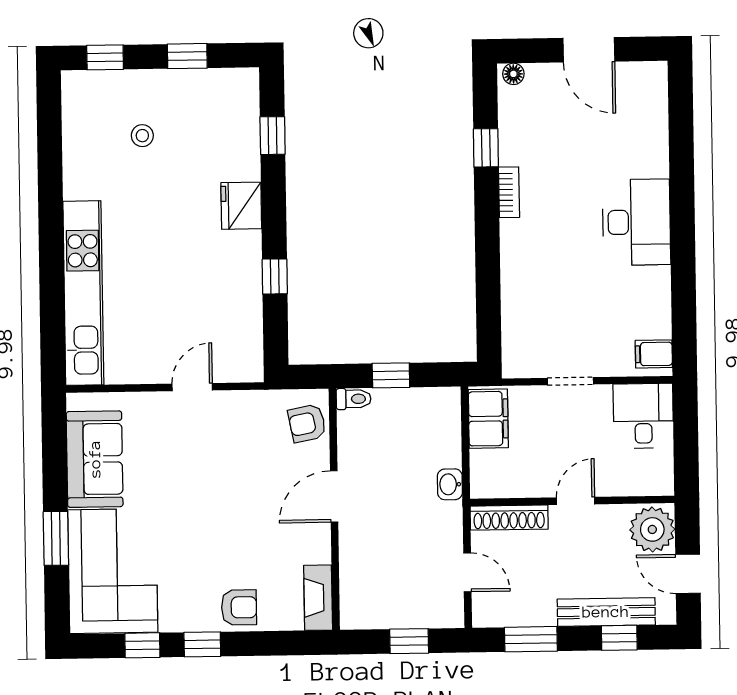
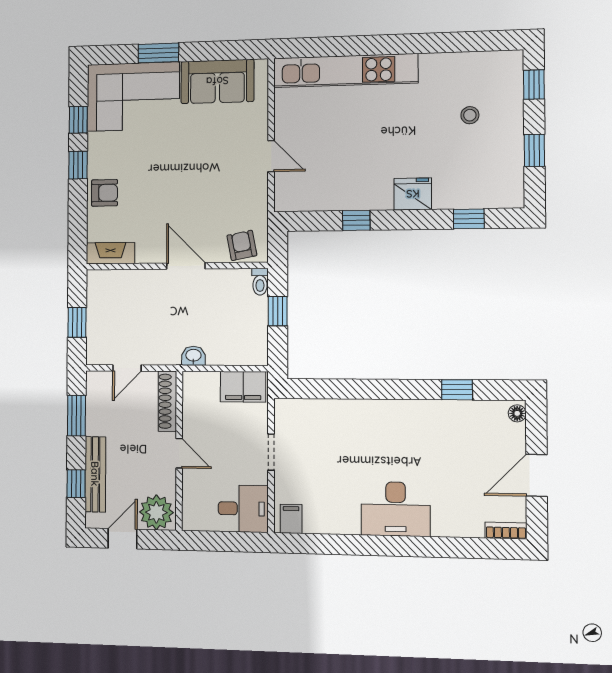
bookcase: (509, 192) -> (506, 531), moved, turned 180
armchair: (239, 607) -> (105, 193), turned -90

